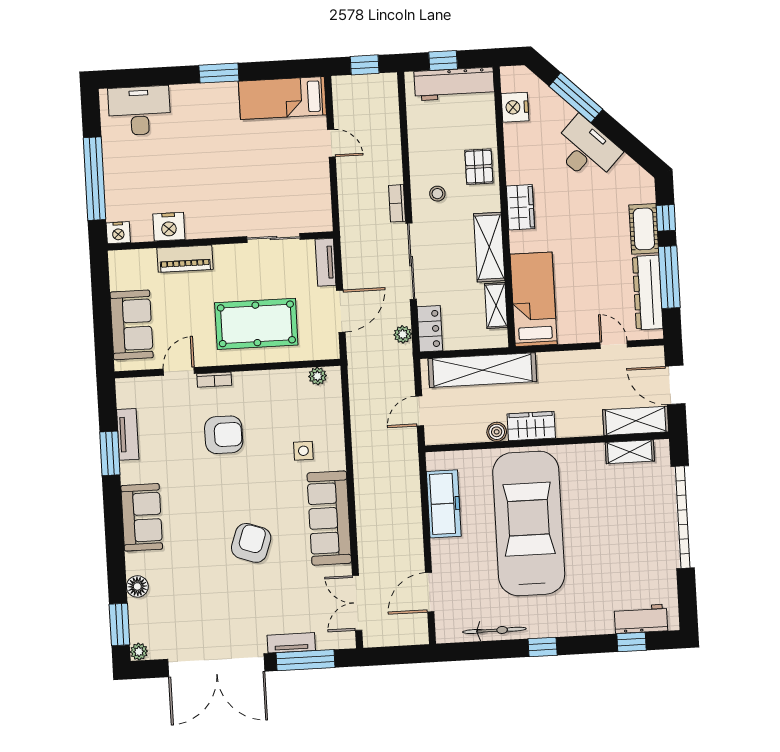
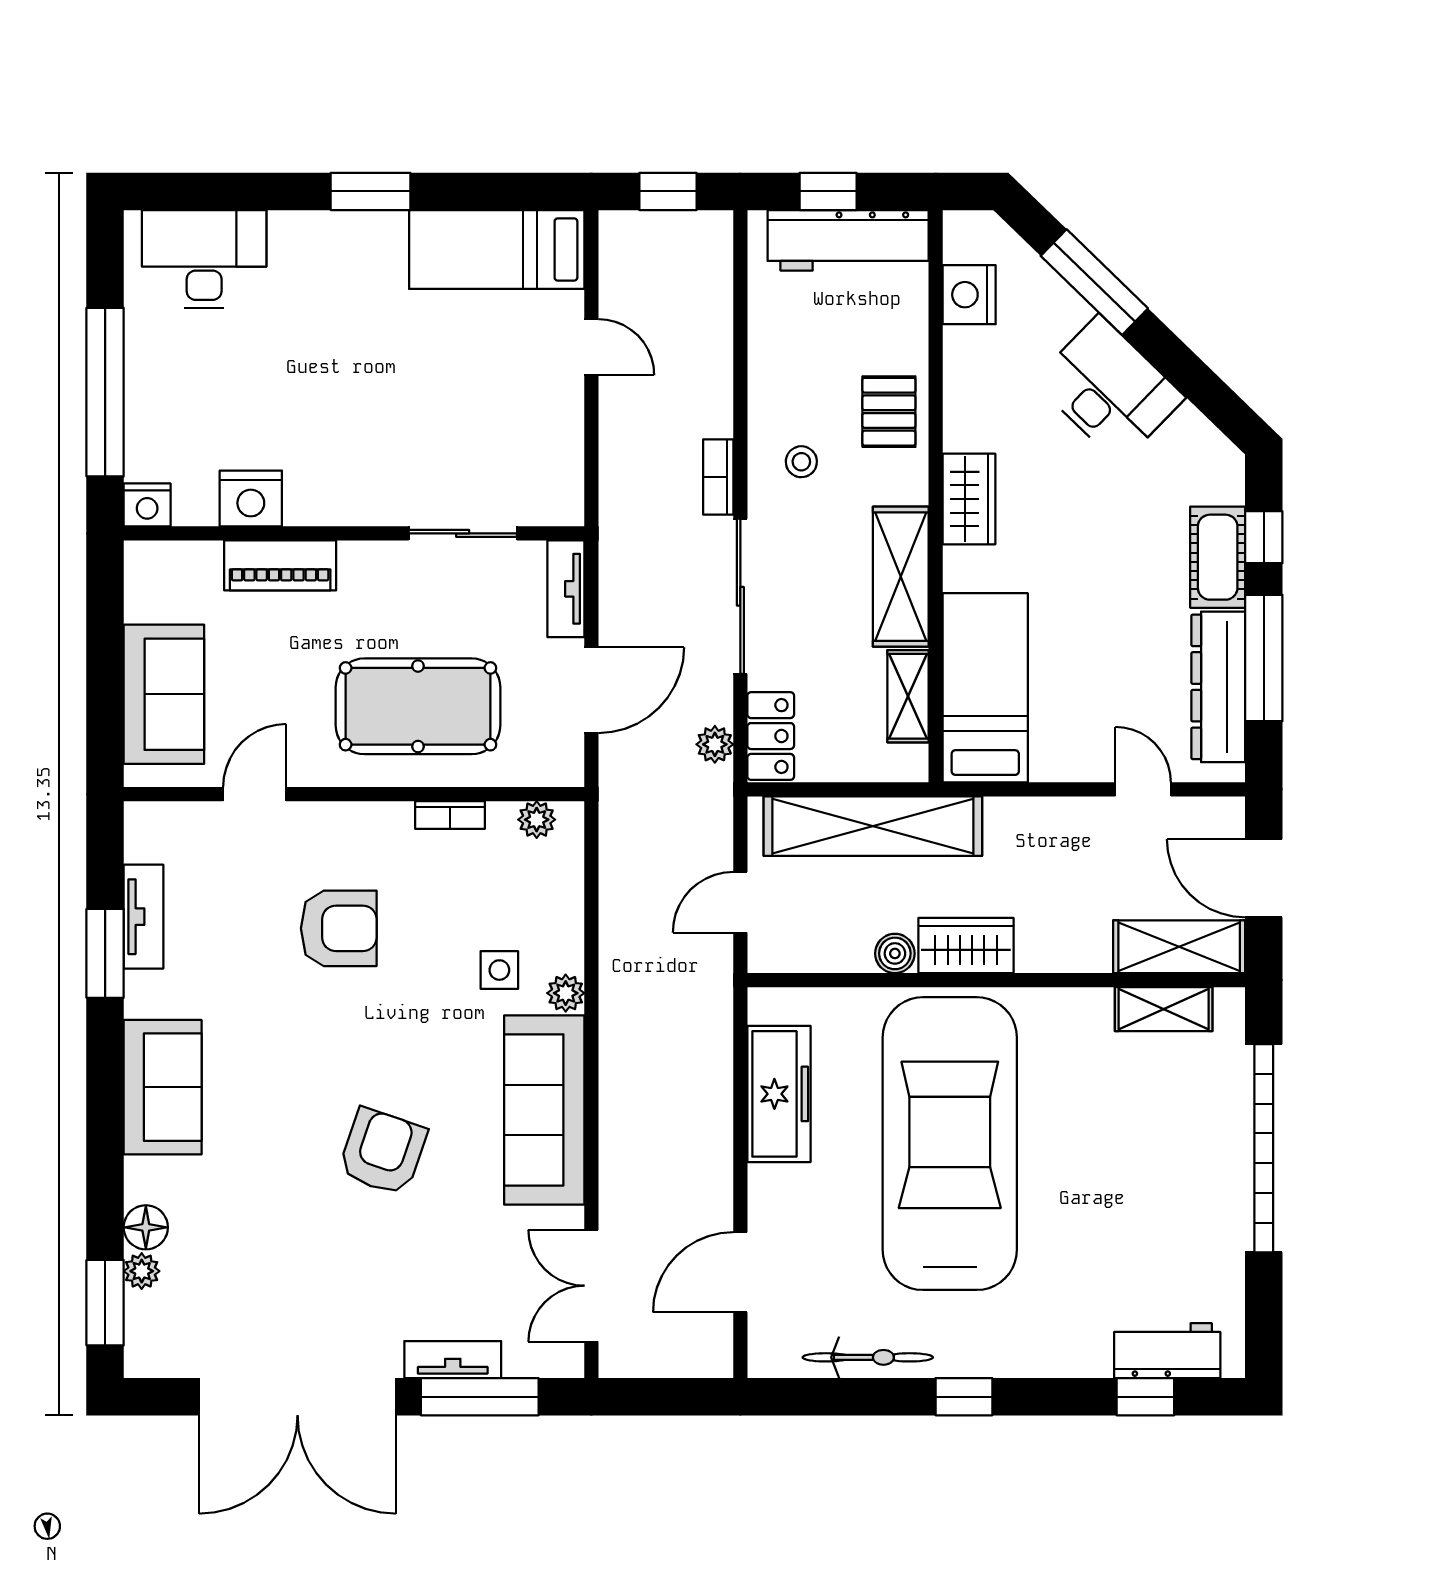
bookcase: (214, 380) -> (450, 815), moved
plant: (337, 460) -> (566, 993), added
plant: (139, 652) -> (142, 1271), moved

